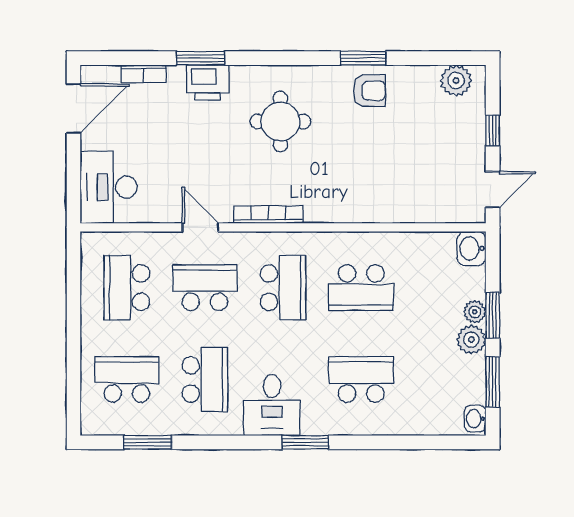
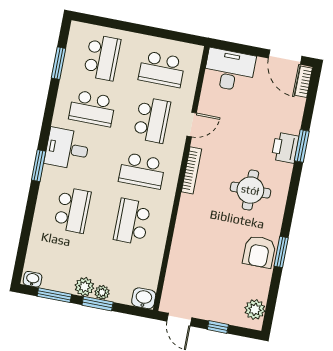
bookcase: (144, 74) -> (304, 82), moved
armchair: (369, 91) -> (259, 252), width x1.38, depth x1.38
school desk: (127, 288) -> (162, 69), turned 180

